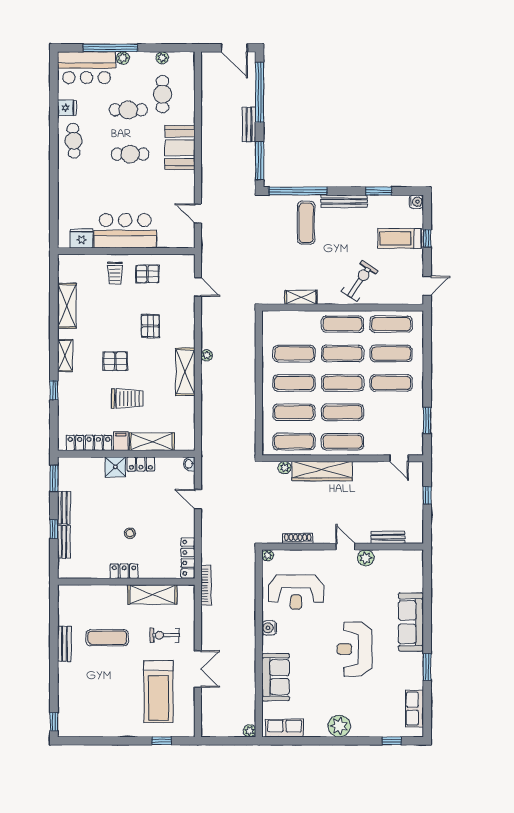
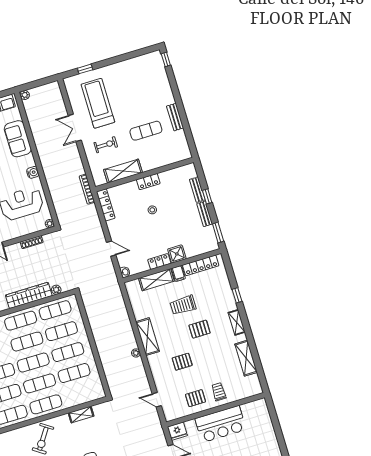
fridge: (81, 238) -> (177, 431), moved
pallet: (150, 326) -> (182, 362), turned 90

